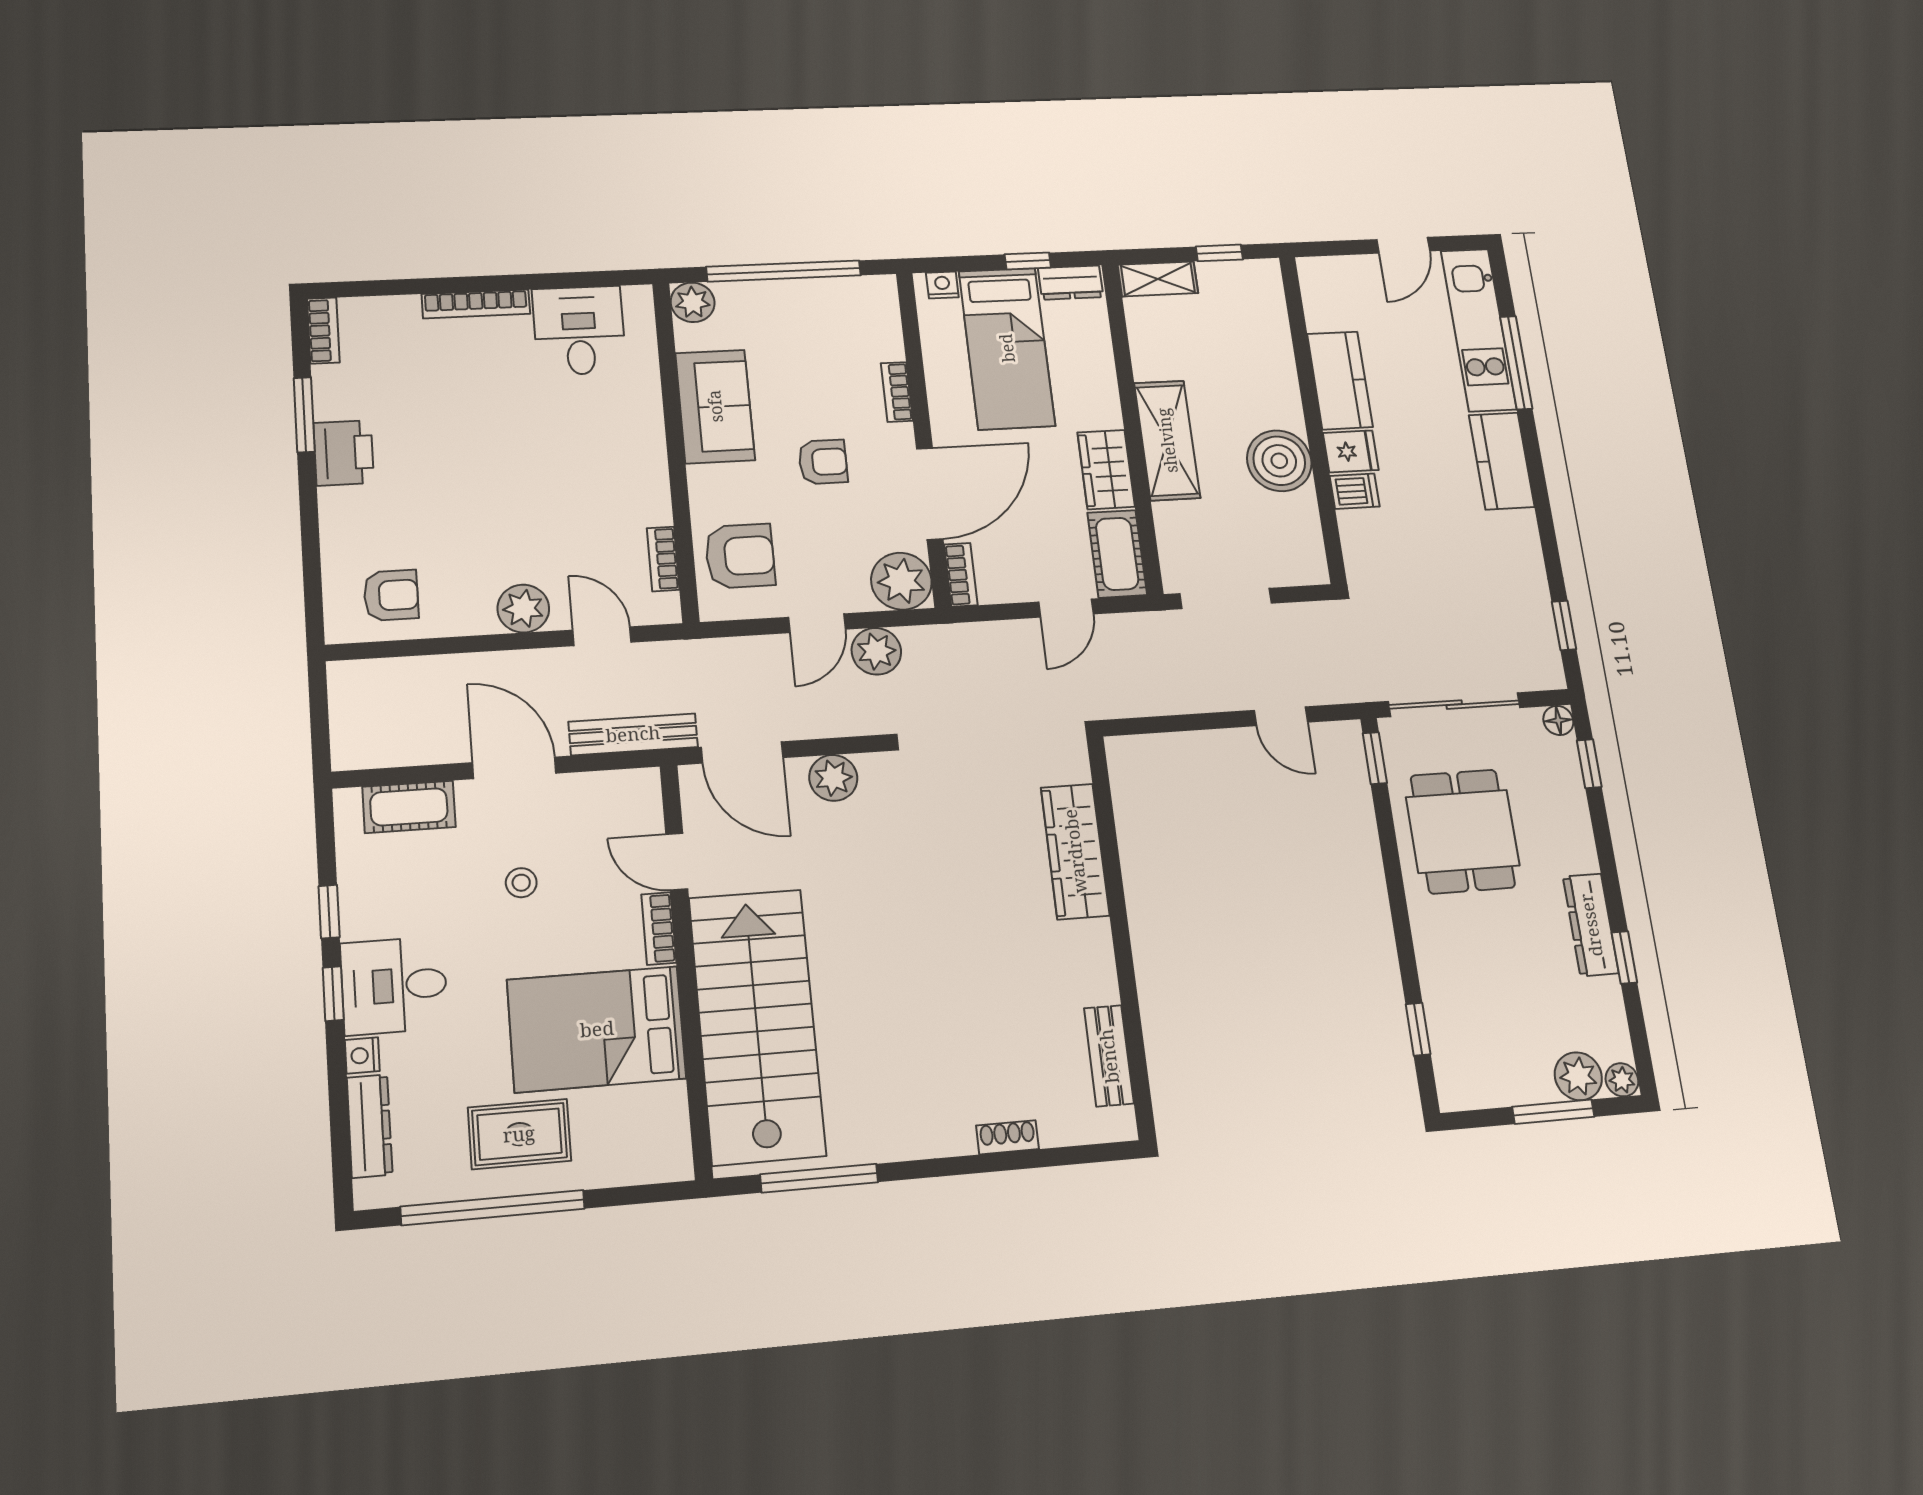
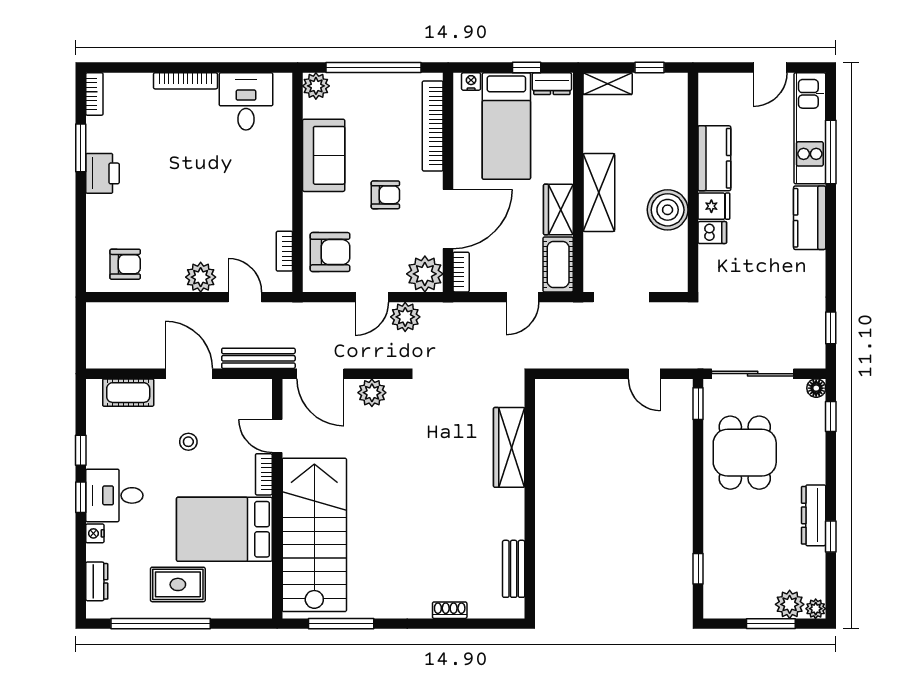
bookcase: (897, 392) -> (433, 126), width x2.31, depth x1.31
dresser: (370, 1126) -> (97, 581), width x0.70

